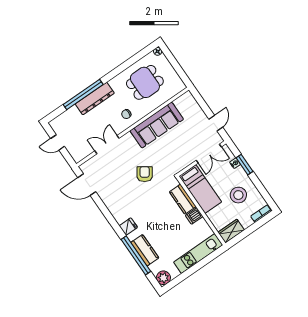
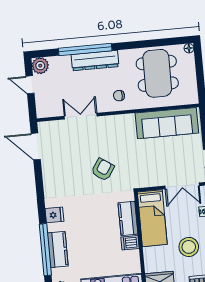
dining table: (145, 82) -> (157, 73), width x1.37
plant: (57, 124) -> (40, 66), added
sofa: (157, 125) -> (167, 123), moved

